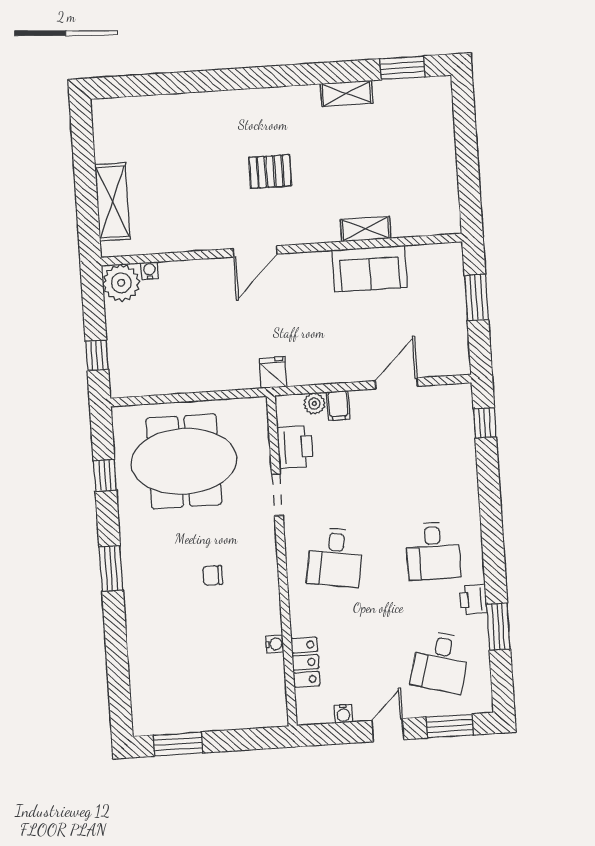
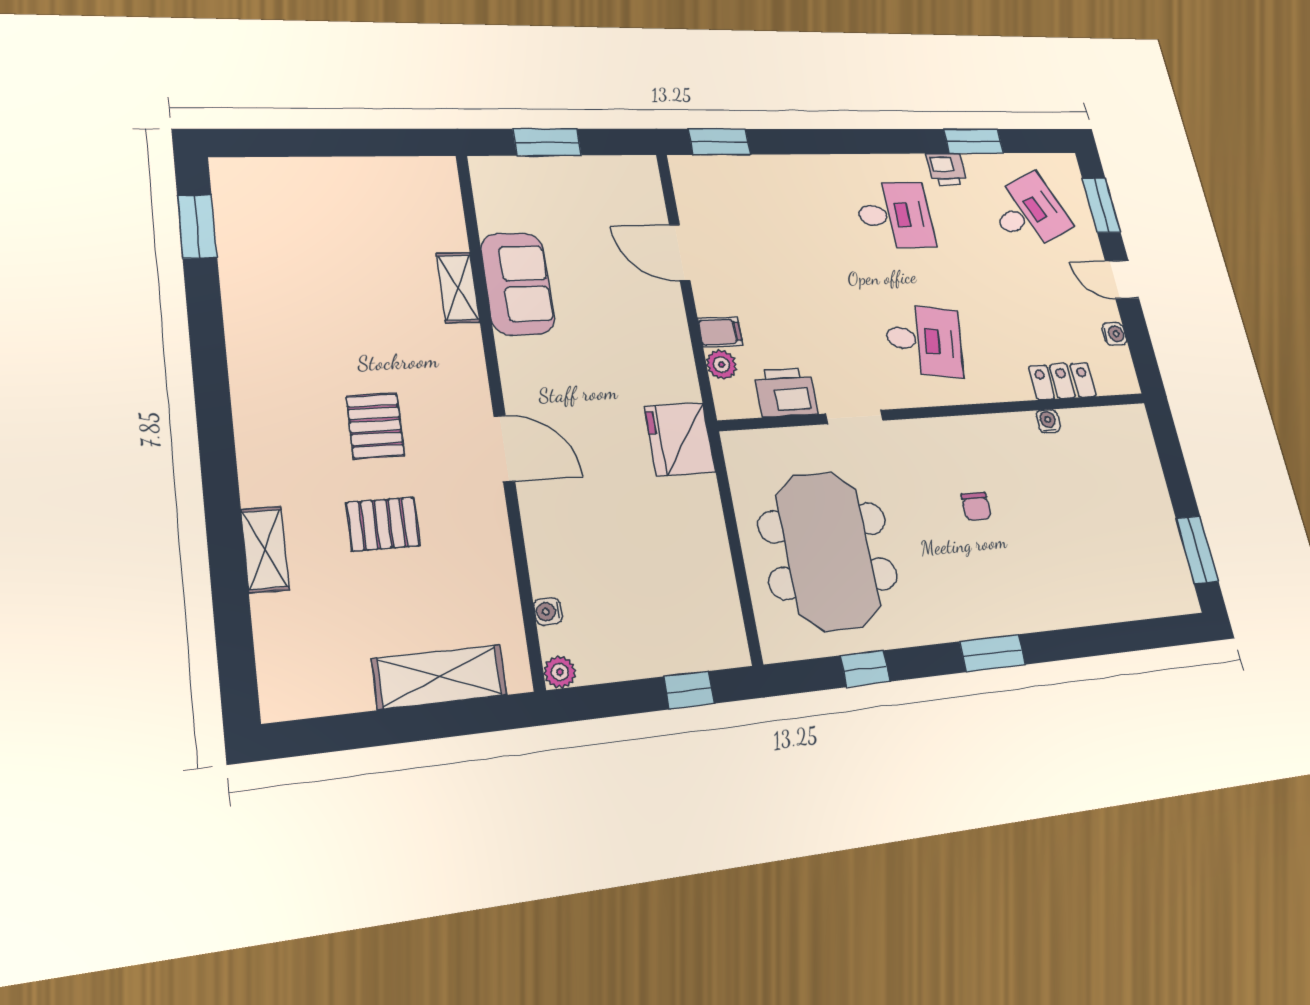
shelving: (347, 93) -> (265, 549), moved
pallet: (207, 173) -> (383, 524), added
plant: (121, 283) -> (560, 672), width x0.53, depth x0.53
fridge: (273, 373) -> (680, 439), width x1.88, depth x1.34
window: (485, 423) -> (719, 142), width x1.50
desk: (441, 662) -> (1029, 212), turned -39

